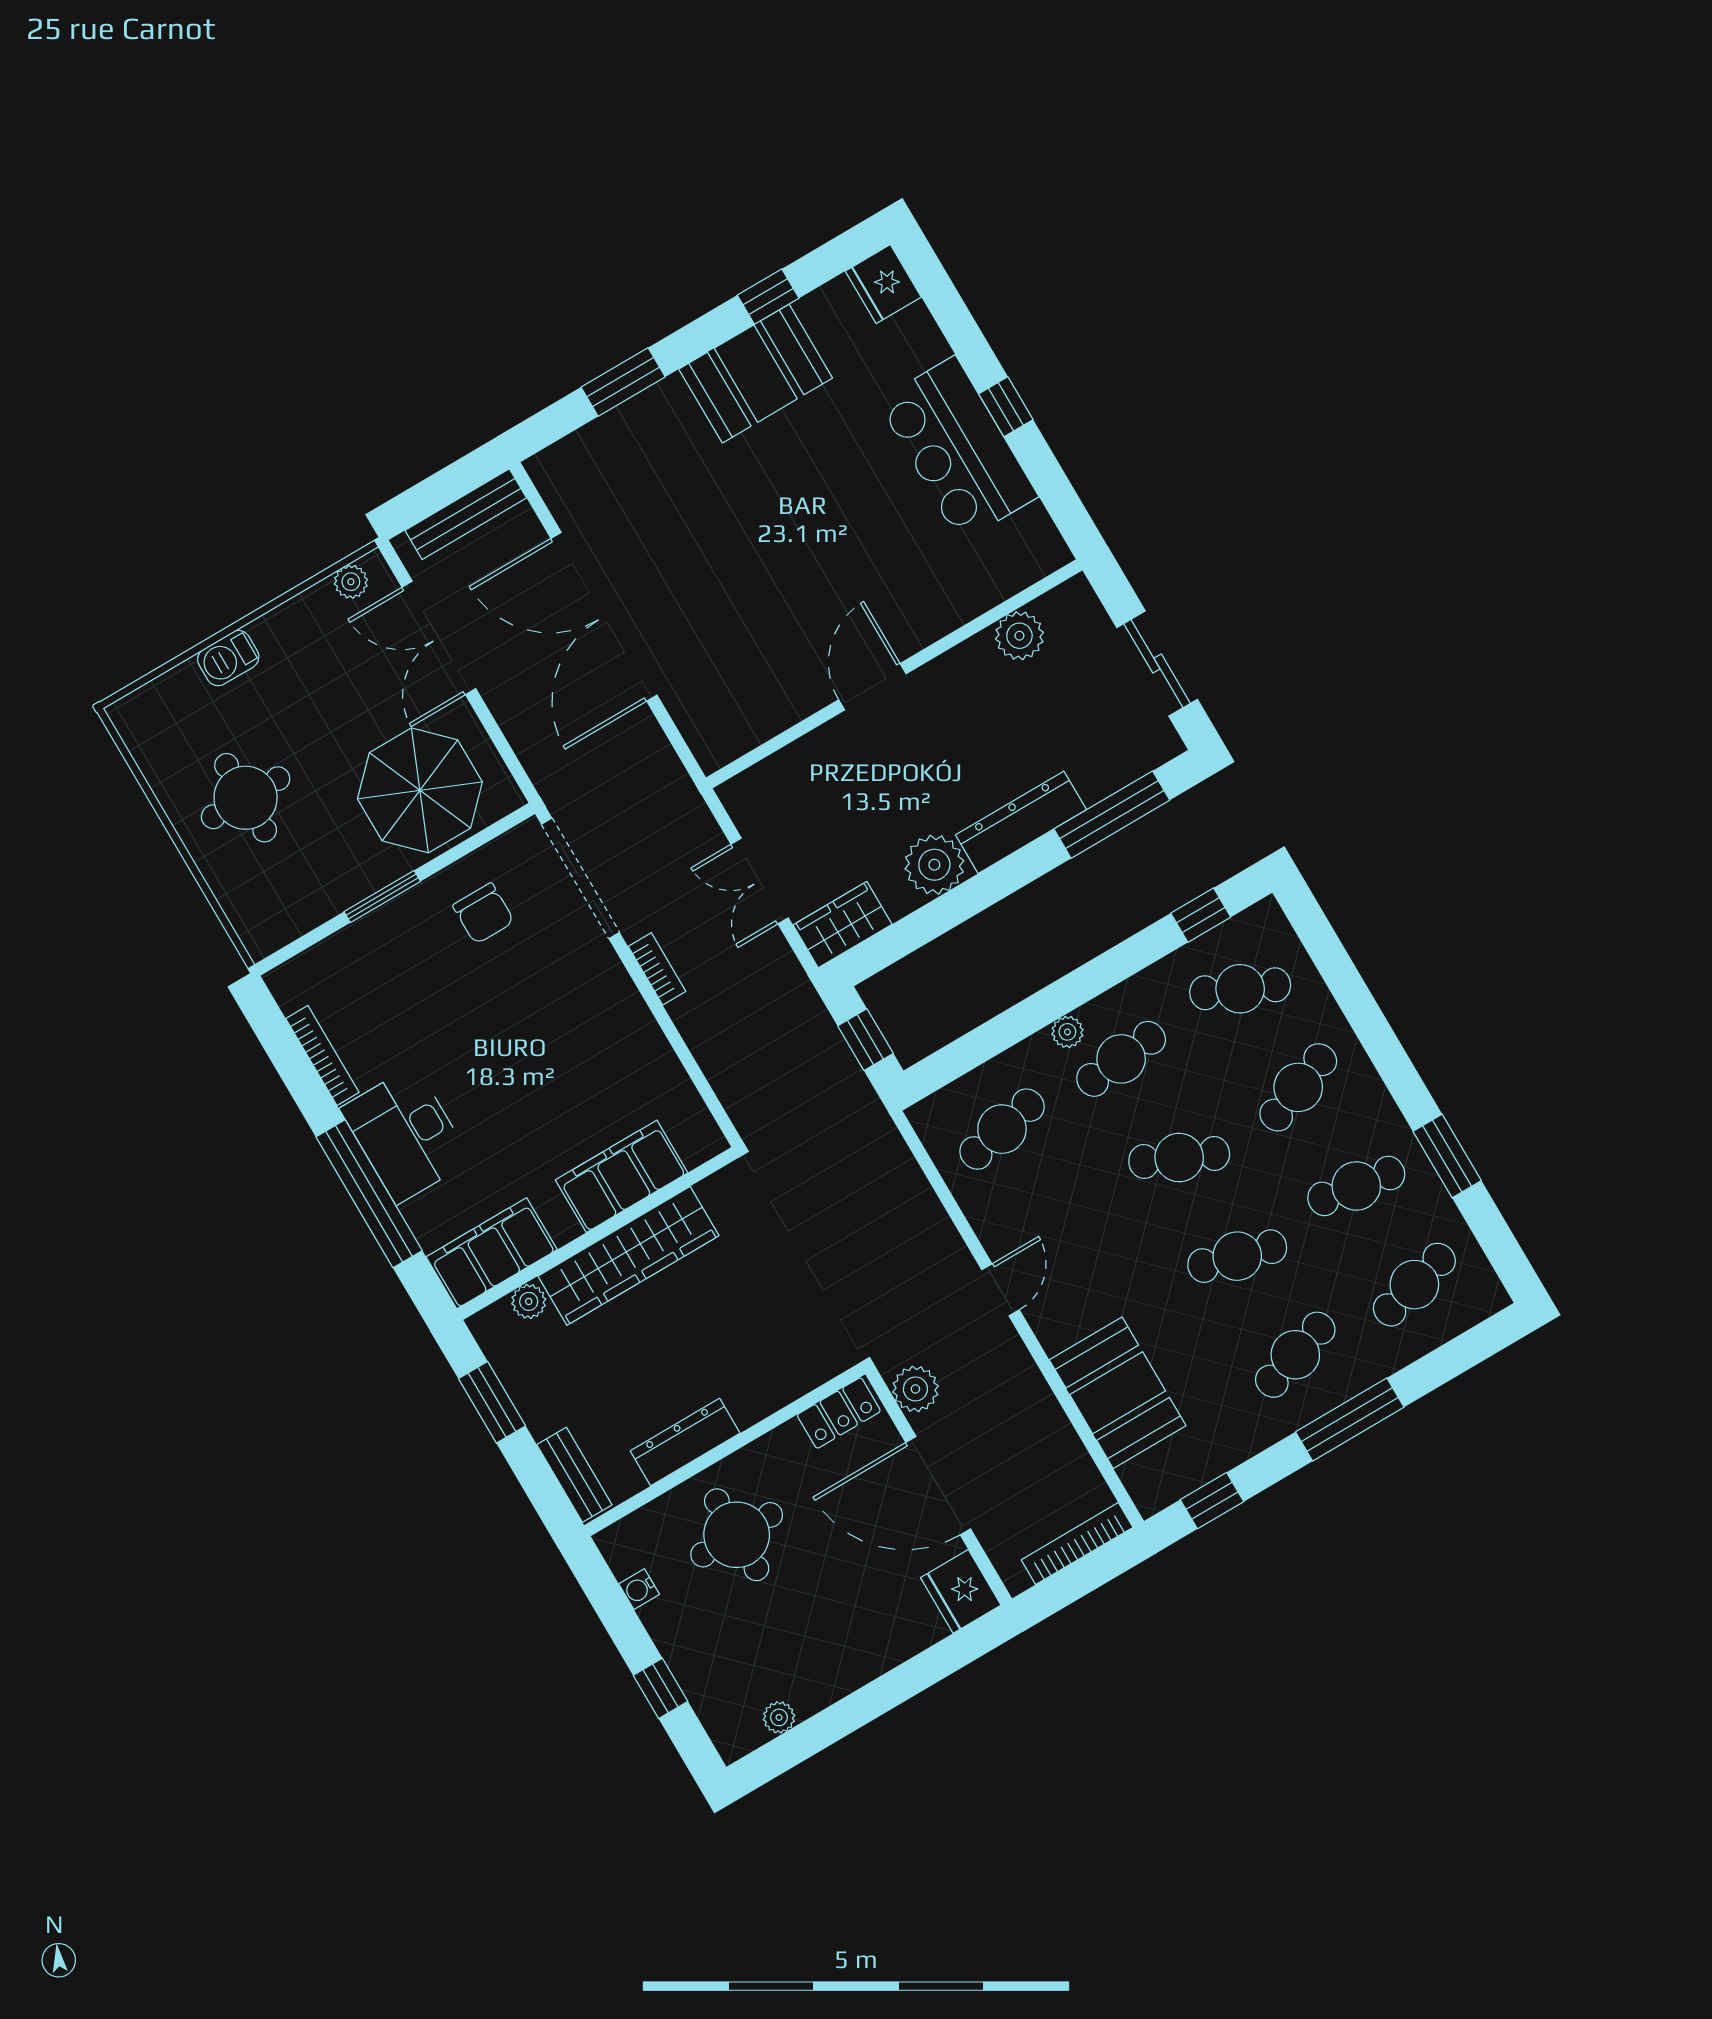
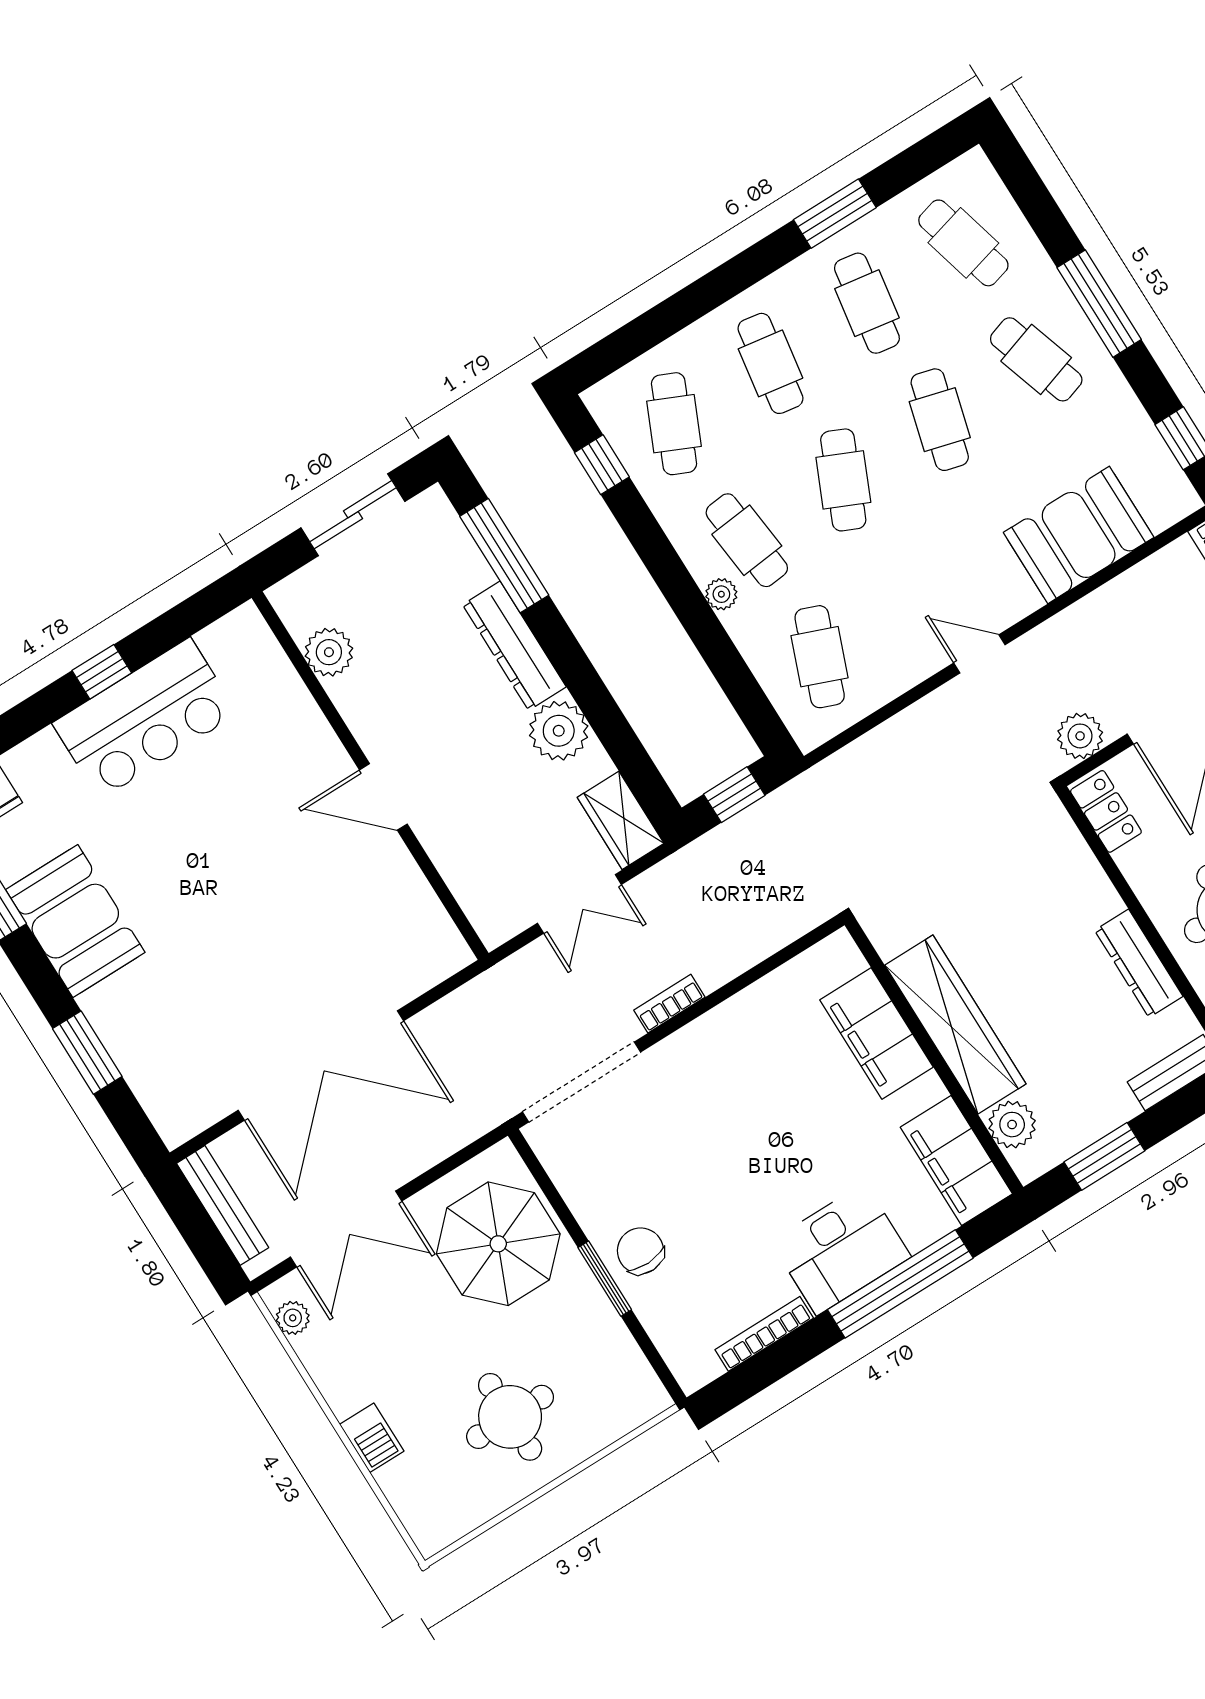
chair: (483, 914) -> (640, 1251), moved, turned -92
cafe table: (1298, 1087) -> (770, 363), turned 30
cafe table: (1002, 1129) -> (820, 657), turned 33
plant: (529, 1301) -> (1012, 1125), width x1.38, depth x1.38

